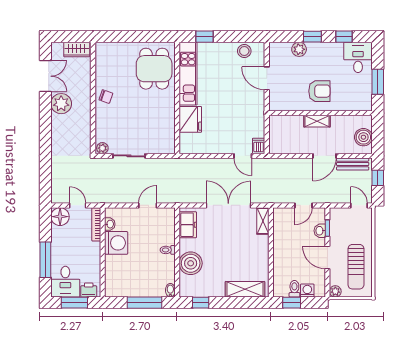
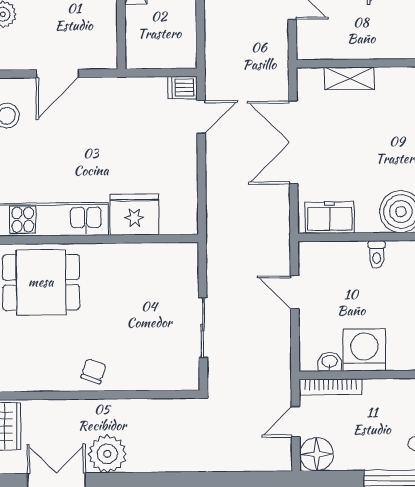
plant: (102, 148) -> (189, 377), removed
shelving: (263, 221) -> (349, 78), moved

